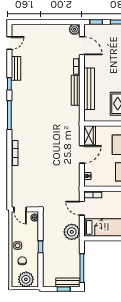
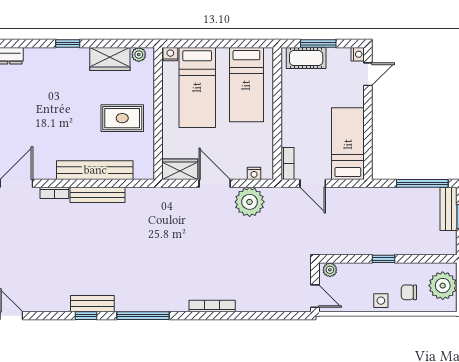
bench: (16, 68) -> (92, 304), moved
door: (82, 208) -> (313, 183), hinge flipped
door: (20, 209) -> (315, 296), hinge flipped
plant: (72, 232) -> (250, 202), moved

